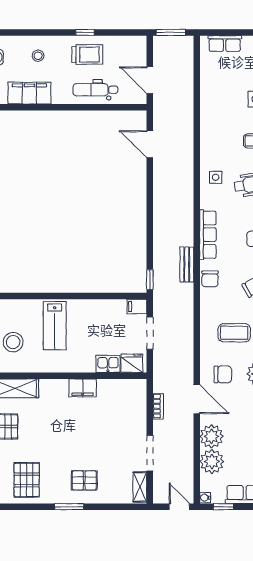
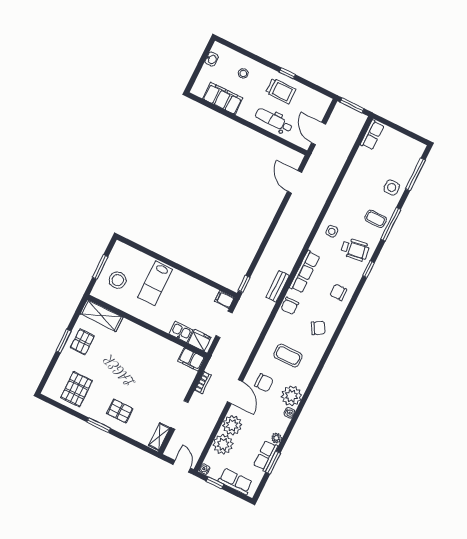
row of seats: (225, 44) -> (372, 135), moved, turned -90
filing cabinet: (83, 388) -> (191, 359), moved

